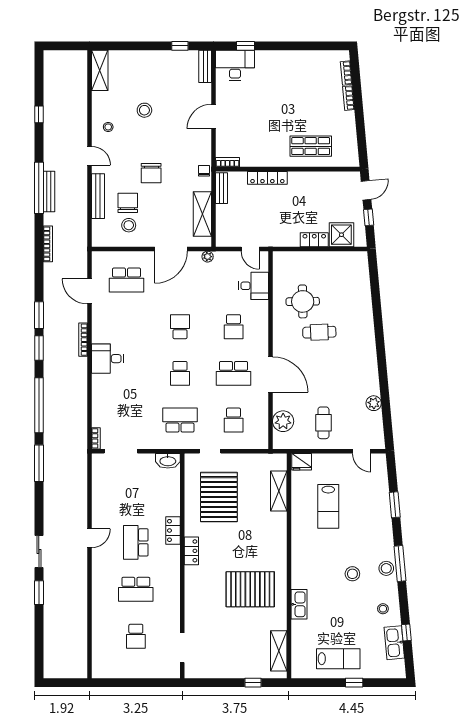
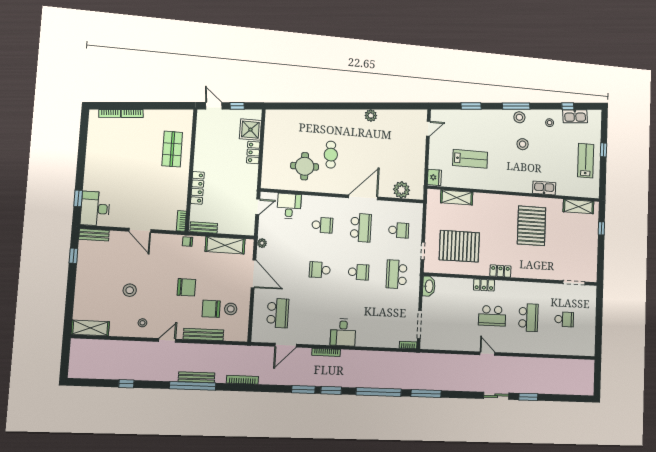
plant: (374, 403) -> (371, 116), moved
cafe table: (323, 423) -> (404, 157), removed

